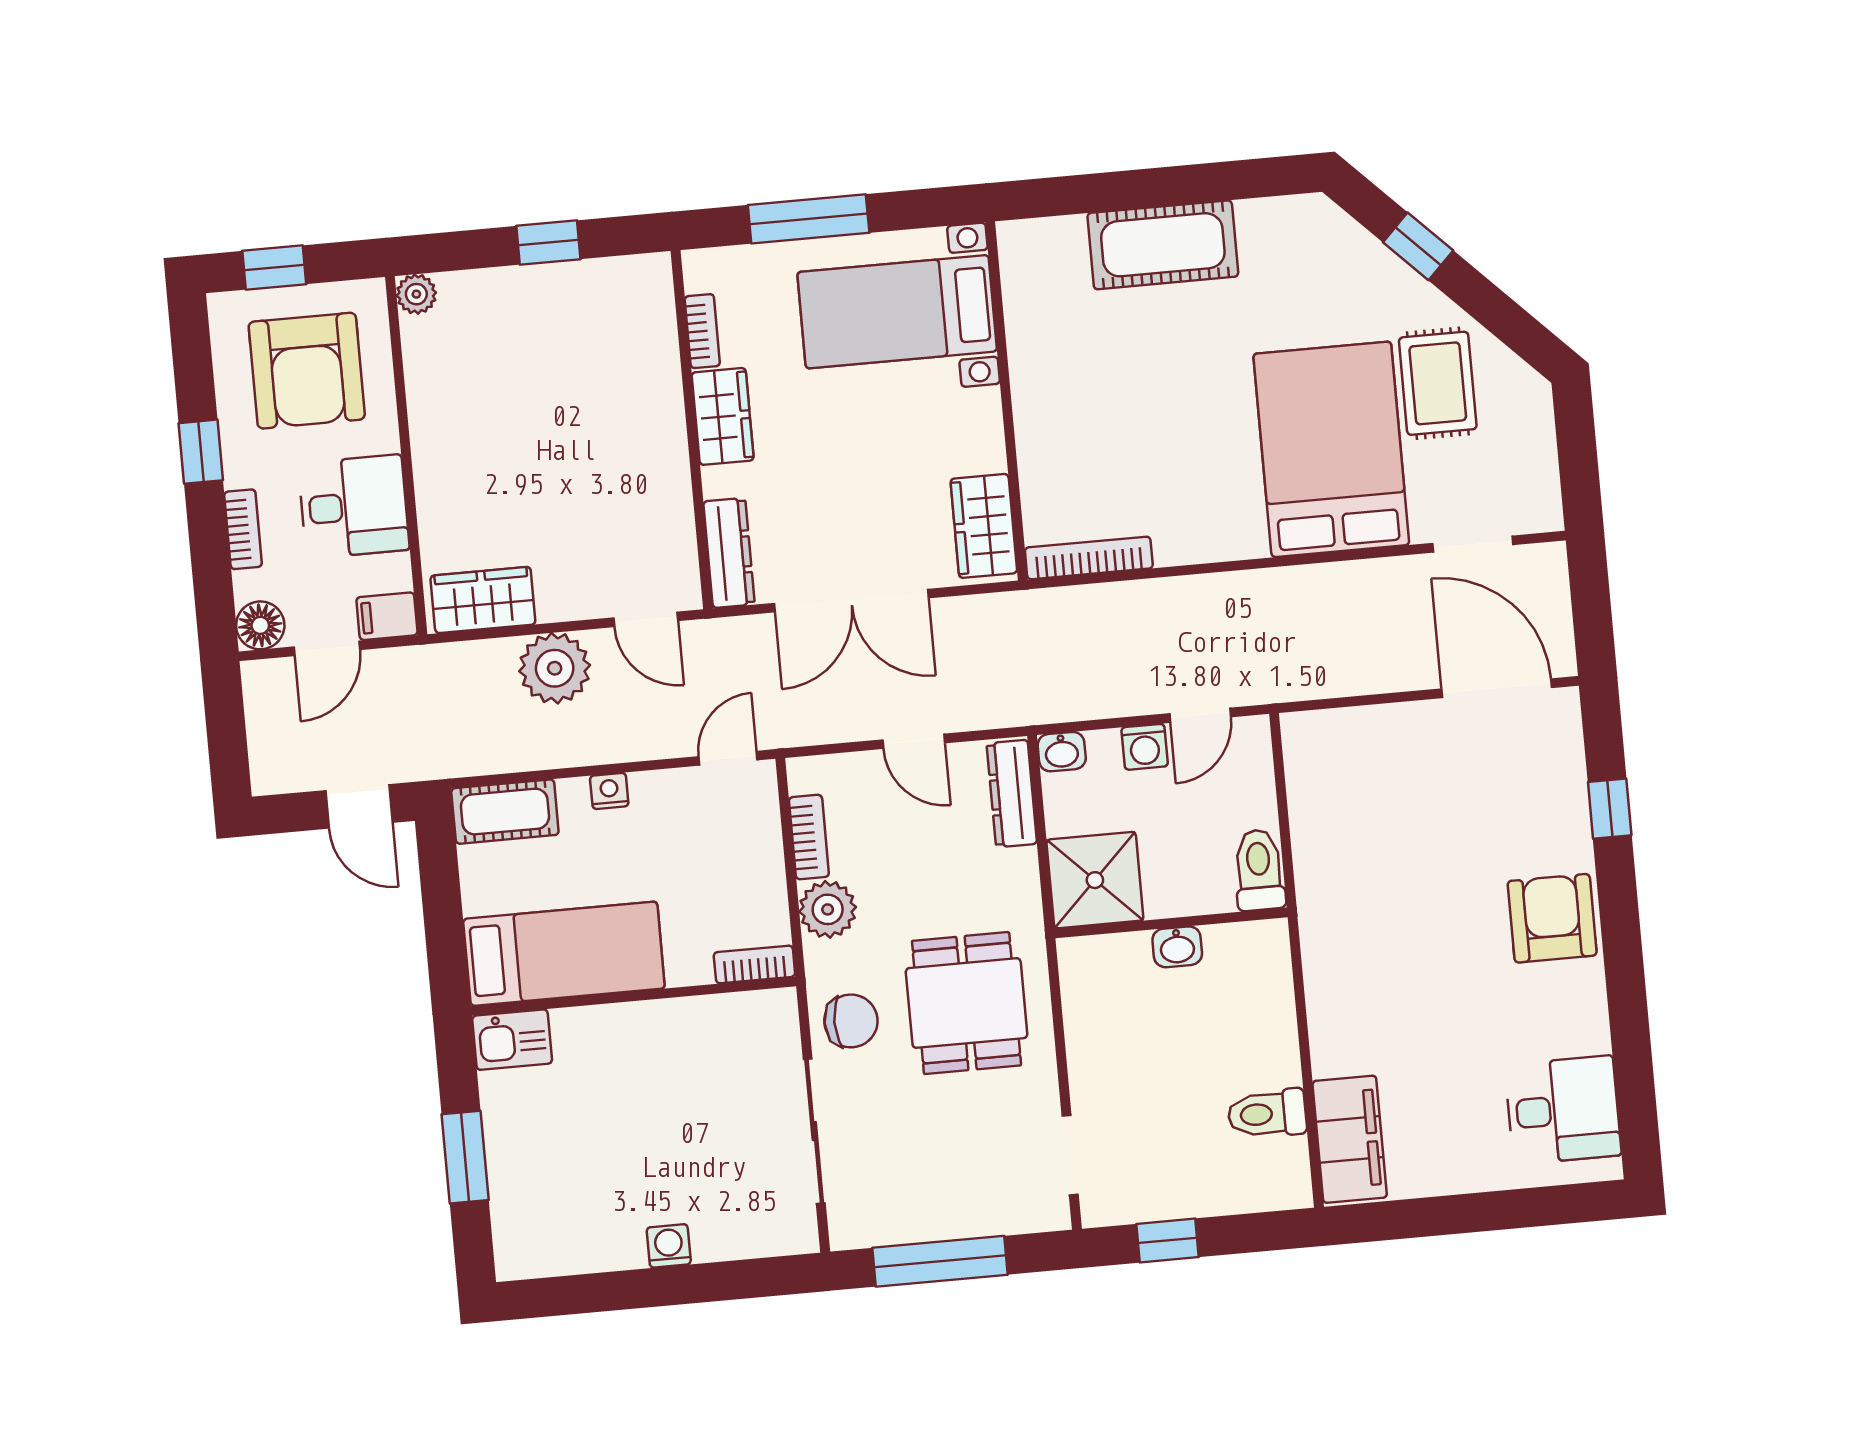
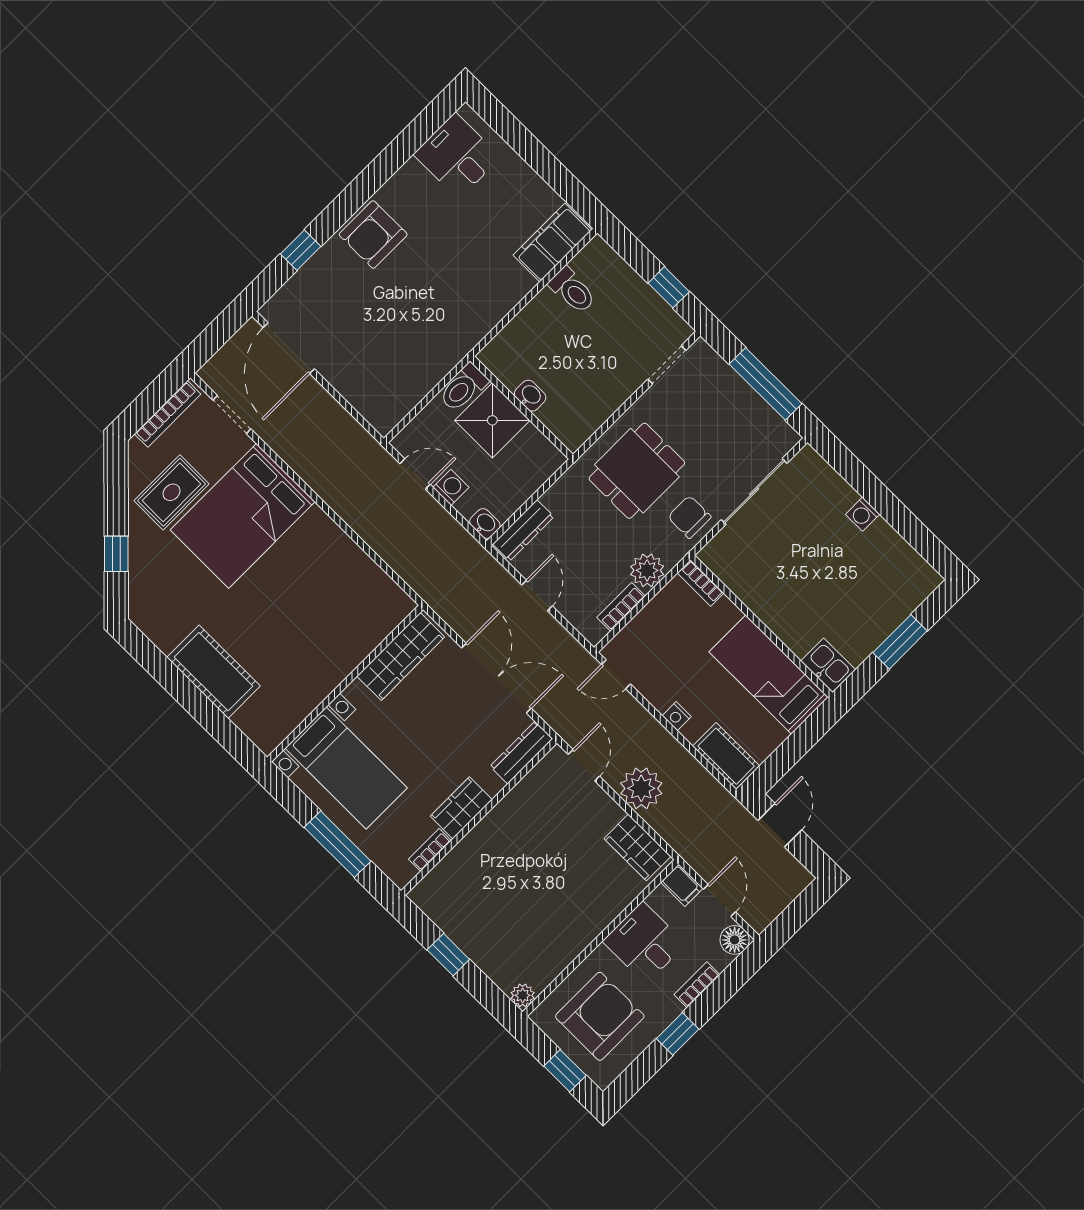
wardrobe: (984, 526) -> (401, 657), width x1.50
bookcase: (1089, 558) -> (168, 414), moved, turned -90
door: (327, 648) -> (720, 900), hinge flipped
shower: (1095, 880) -> (492, 420), moved

